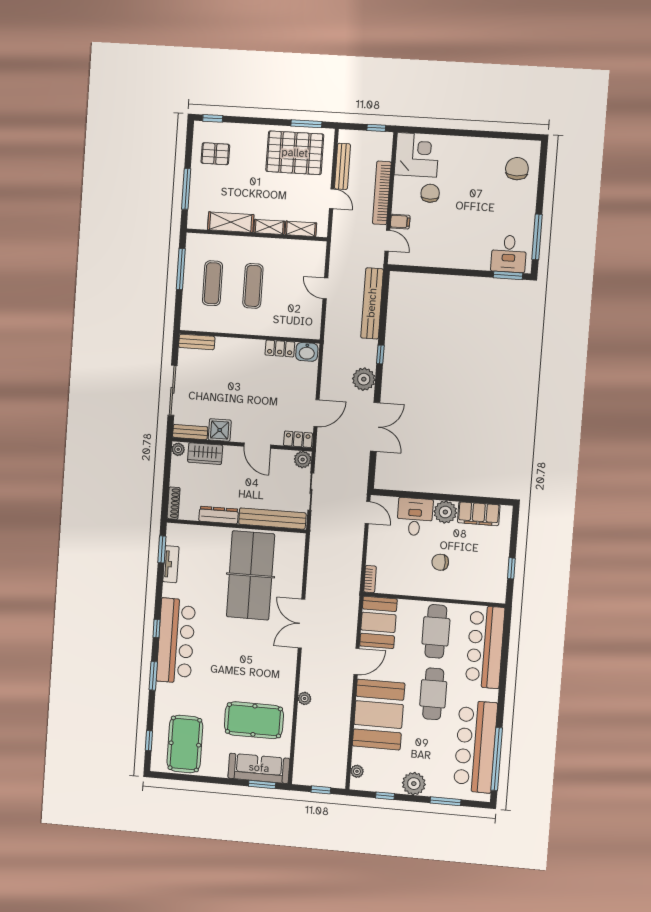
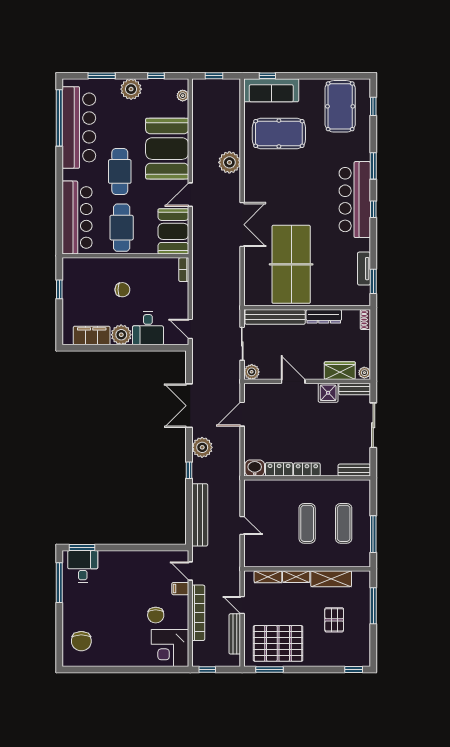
pallet: (215, 154) -> (334, 620), moved, turned 90
locker: (298, 439) -> (307, 470), moved, turned 180
shoe rack: (174, 503) -> (365, 320), width x0.70
plant: (305, 698) -> (229, 162), width x1.88, depth x1.88
window: (262, 785) -> (267, 76), width x0.67

